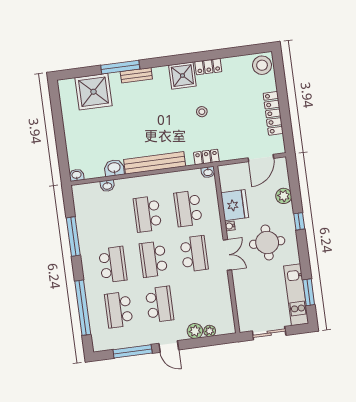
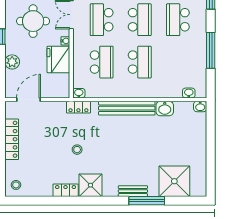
stool: (262, 65) -> (16, 185), width x0.53, depth x0.53
washbasin: (107, 186) -> (189, 93), moved

